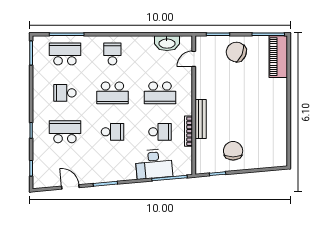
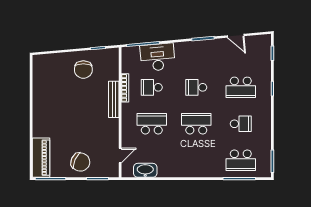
school desk: (112, 54) -> (196, 160), removed

